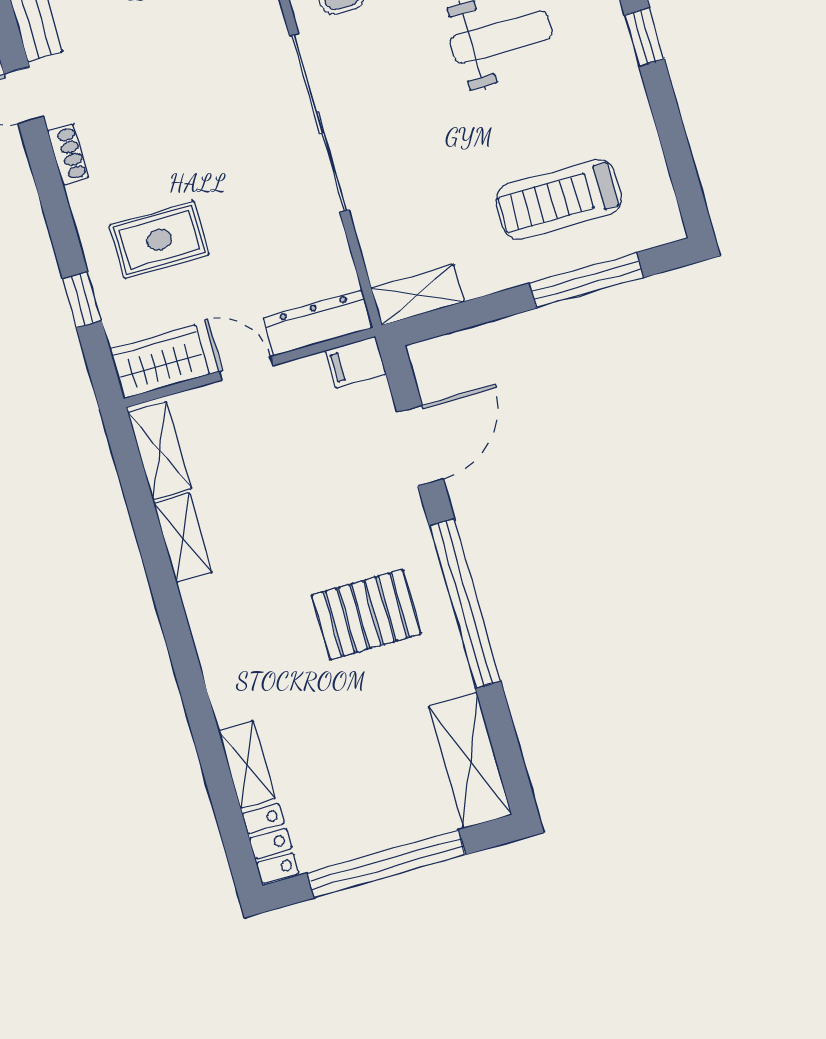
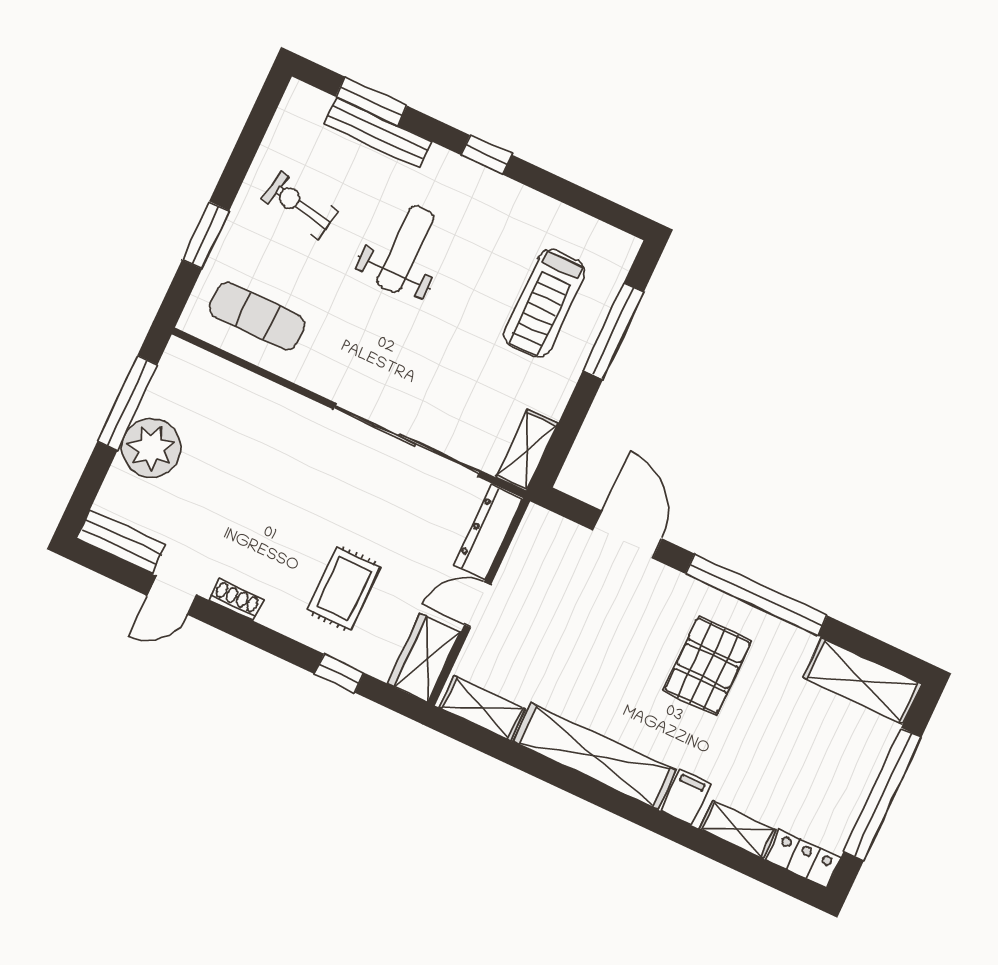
sliding door: (319, 123) -> (407, 440), moved
filing cabinet: (356, 362) -> (686, 797), moved, turned 180
shelving: (183, 538) -> (595, 756), width x2.20, depth x1.33

